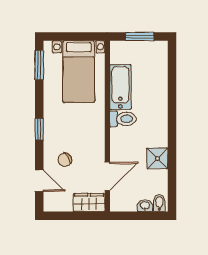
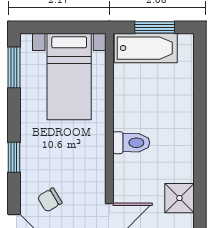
bathtub: (120, 87) -> (146, 48), moved, turned 90

